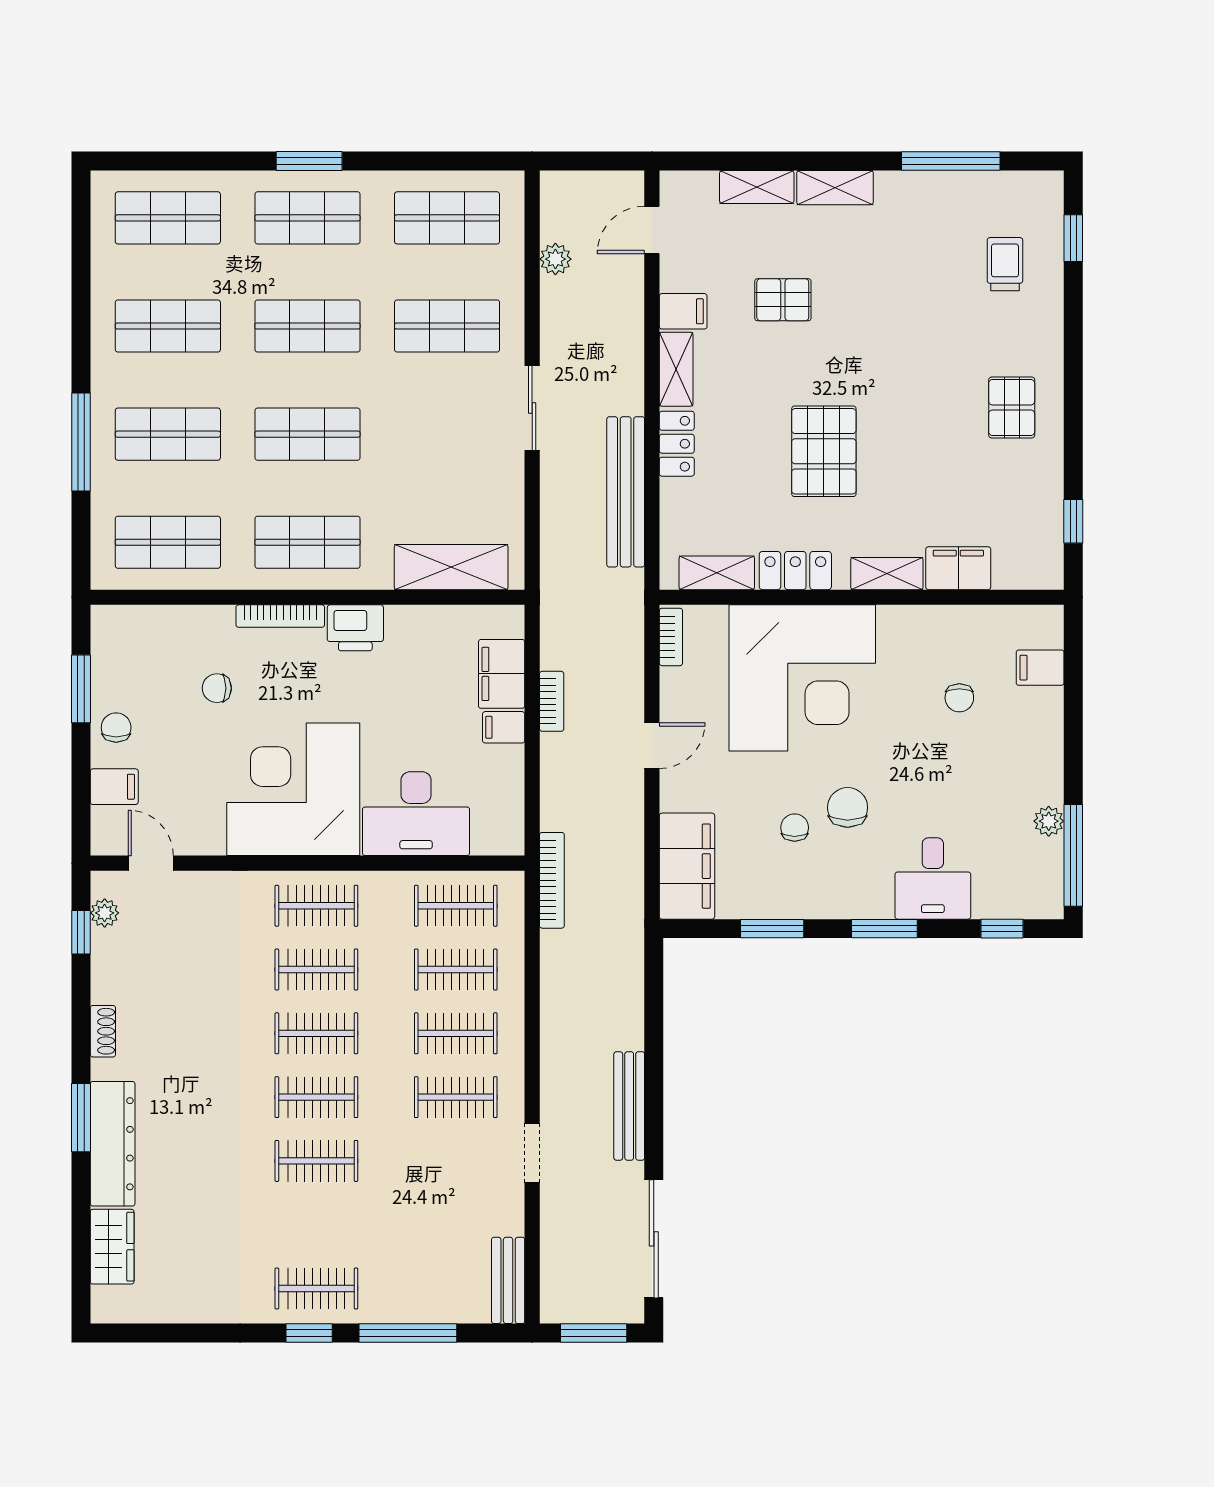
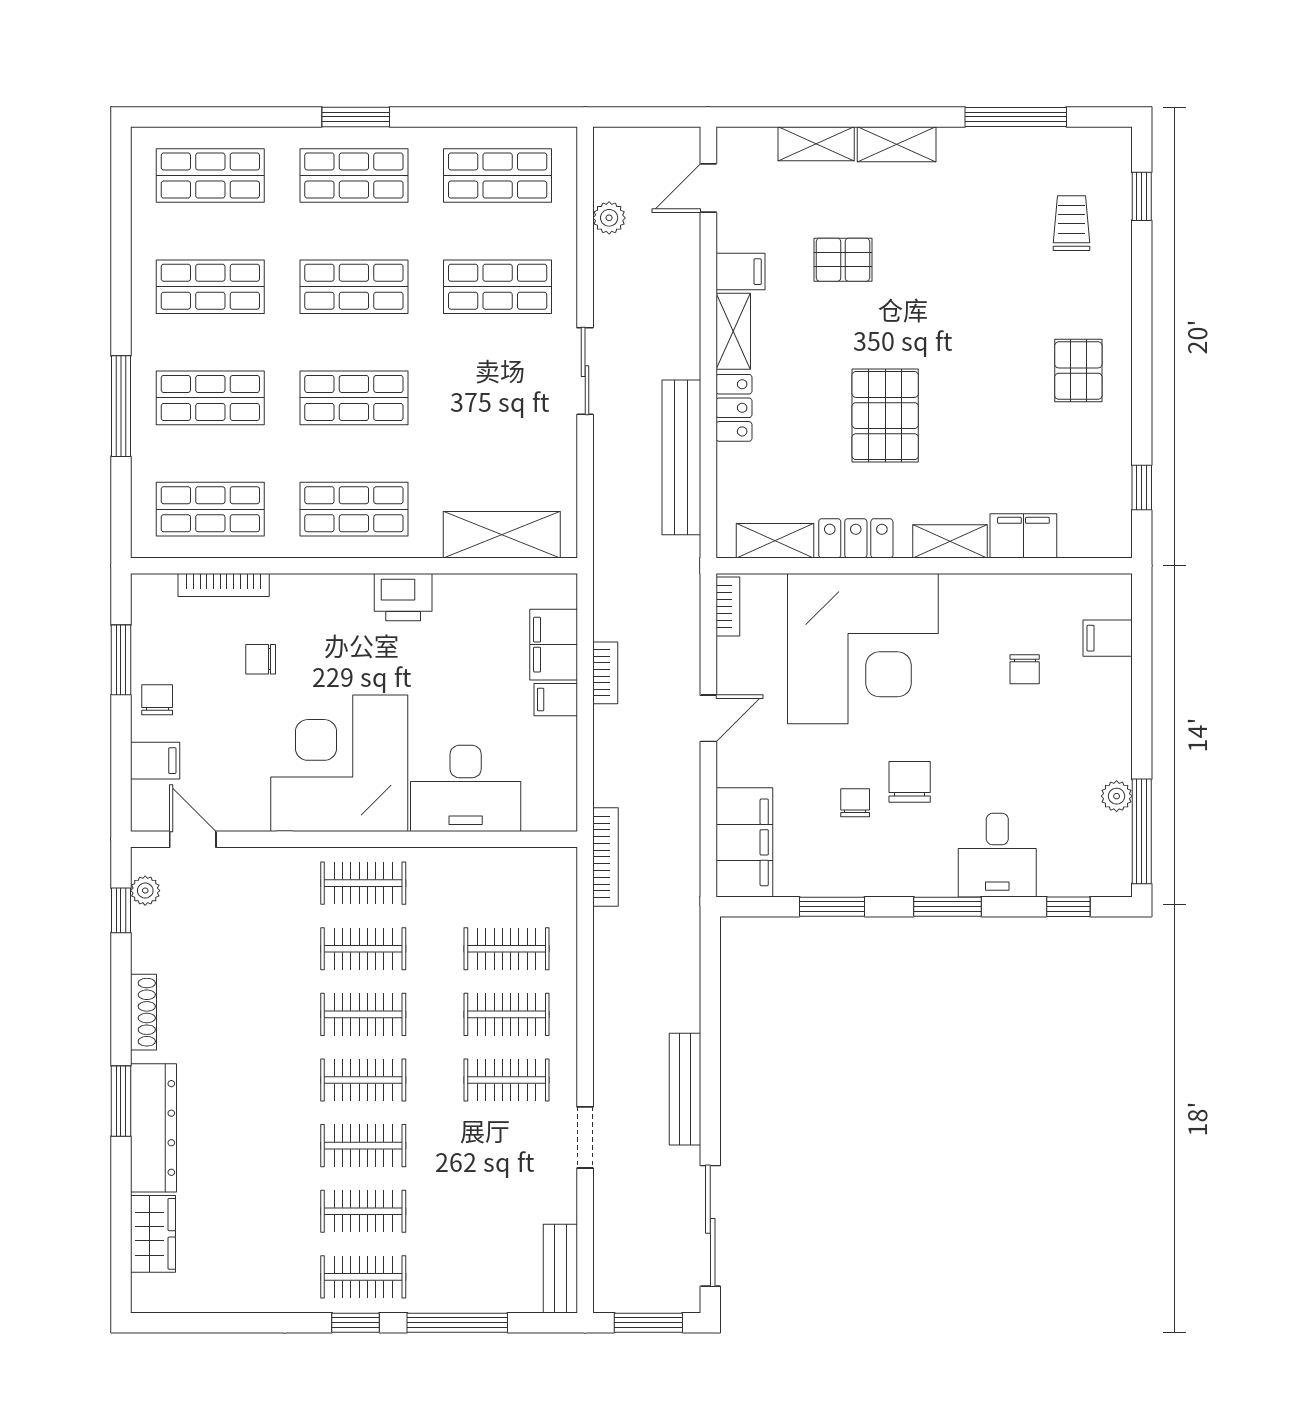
bookcase: (280, 616) -> (224, 585), moved
clothes rail: (456, 906) -> (363, 1211), moved
shoe rack: (103, 1031) -> (143, 1012), width x1.43

